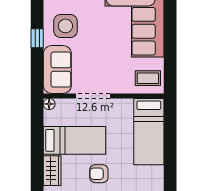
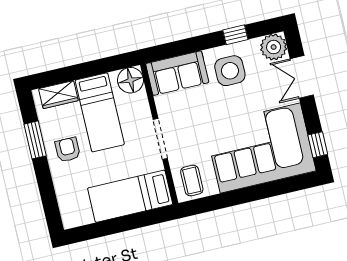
window: (37, 38) -> (235, 35), moved
doorway: (93, 96) -> (160, 139), moved
floor lamp: (49, 104) -> (130, 80), width x1.89, depth x1.89

